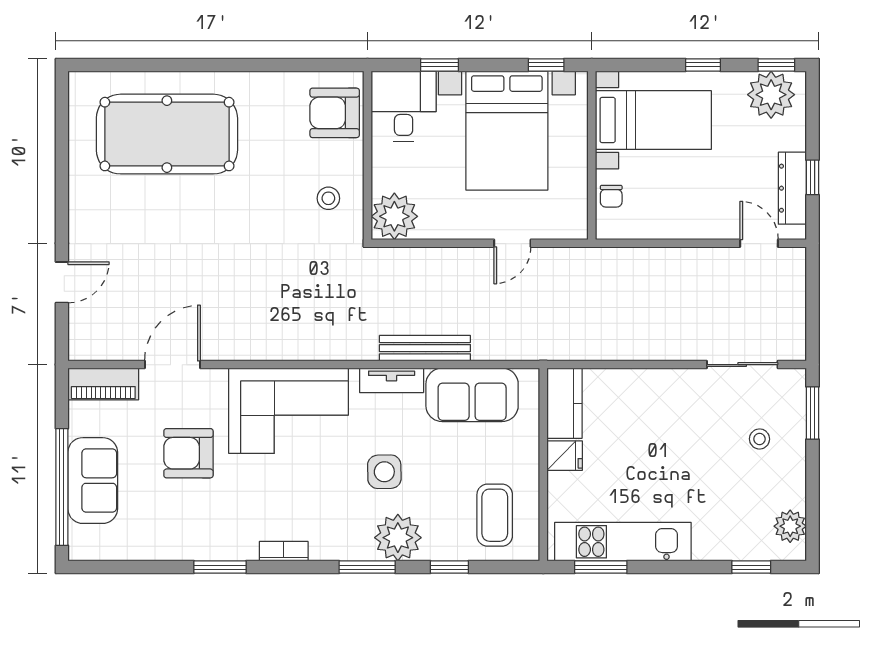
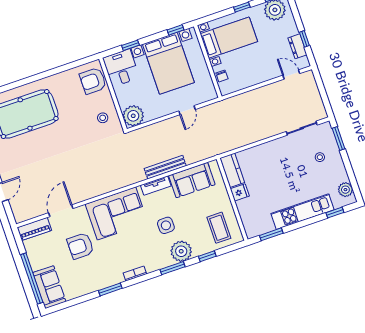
dresser: (792, 188) -> (297, 46), width x0.70
sofa: (93, 481) -> (49, 287), moved
kitchen unit: (623, 542) -> (303, 212), moved

